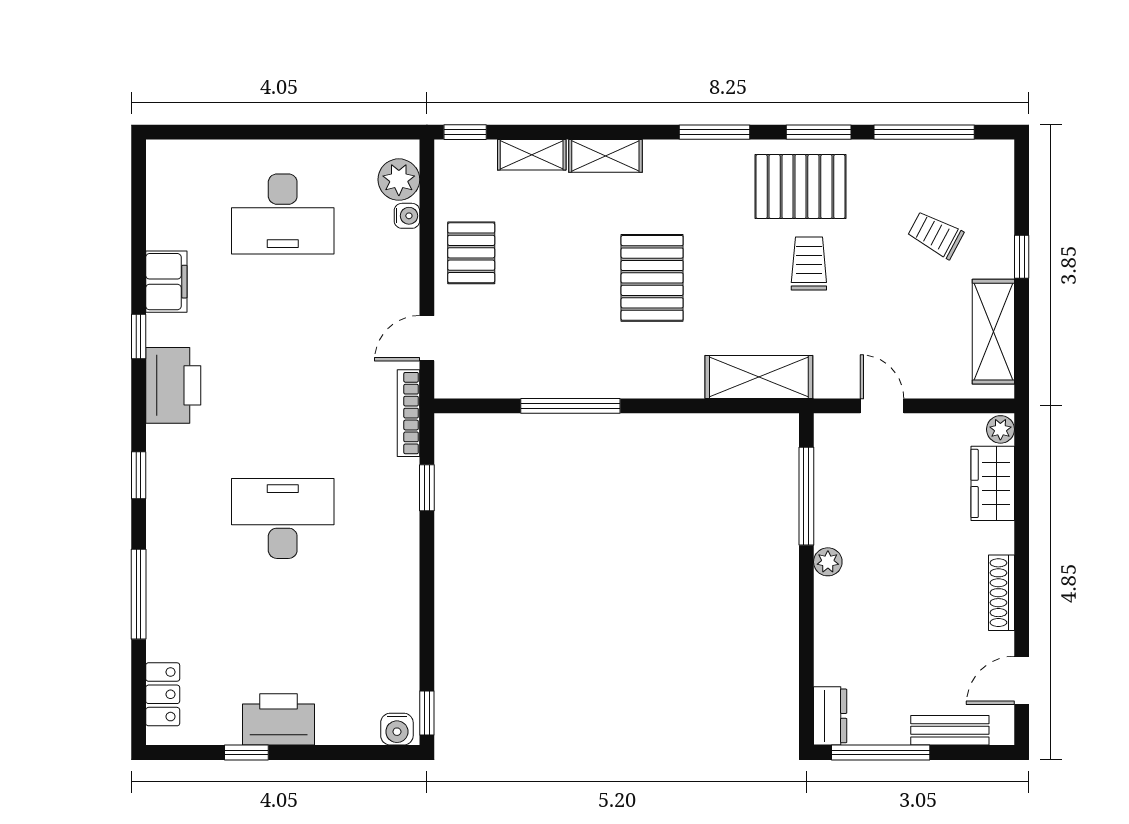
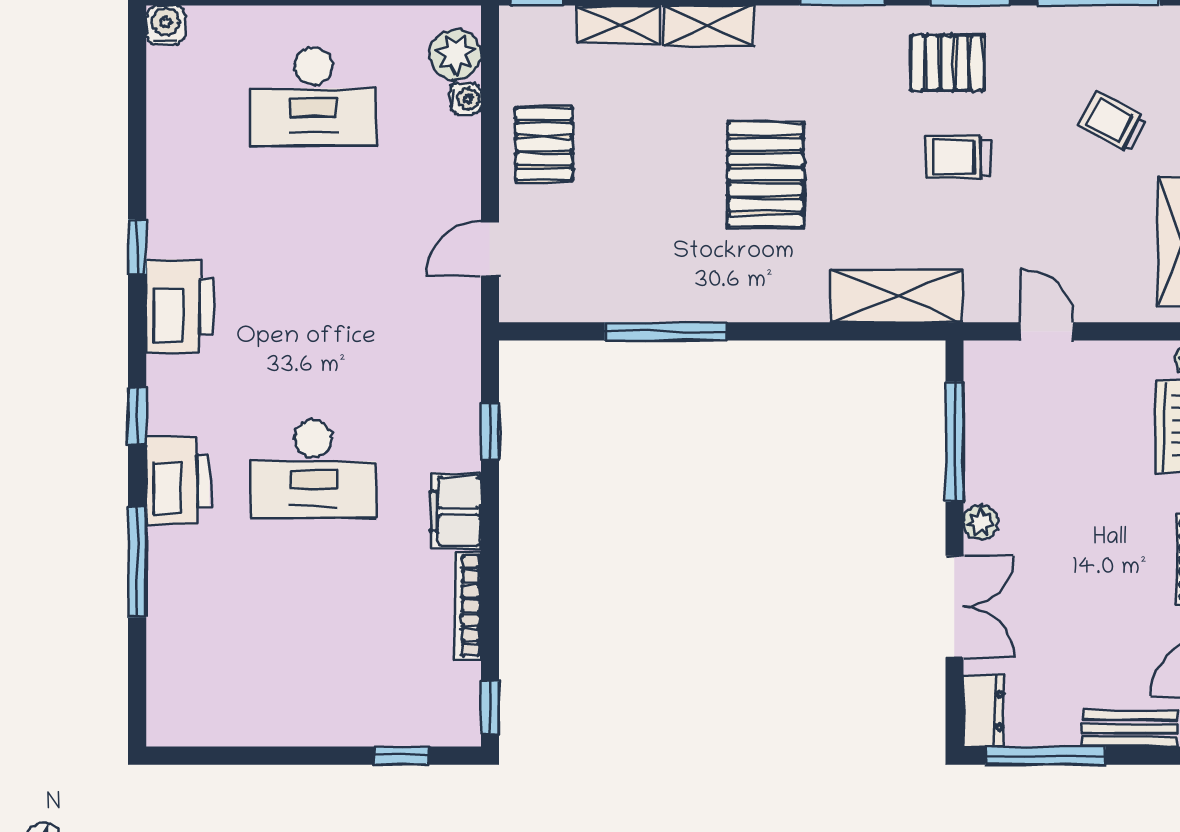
pallet: (800, 187) -> (947, 63), width x0.67, depth x0.71
trolley: (809, 263) -> (958, 157), turned -90
filing cabinet: (166, 282) -> (456, 511), moved, turned 180
bookcase: (408, 413) -> (467, 606), moved
desk: (283, 518) -> (314, 469), turned 180
double door: (806, 631) -> (954, 607), added
locker: (163, 694) -> (167, 684), removed
printer: (279, 719) -> (178, 481), moved, turned 90
water cooler: (397, 729) -> (166, 25), moved, turned 180
window: (246, 752) -> (402, 756), moved

